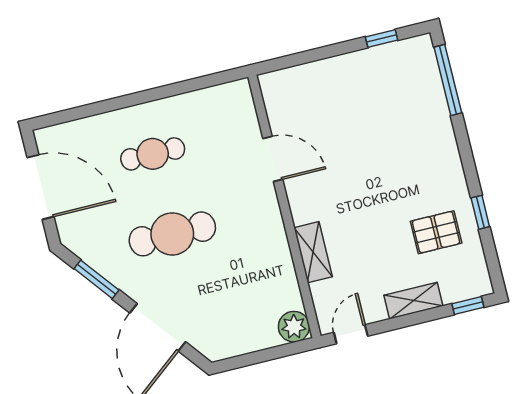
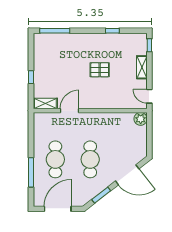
window: (382, 38) -> (31, 77), moved
window: (109, 105) -> (31, 172), added
cafe table: (153, 154) -> (55, 159), width x1.37, depth x1.35
pallet: (436, 232) -> (100, 70), moved, turned 90
shelving: (313, 252) -> (45, 103), moved

